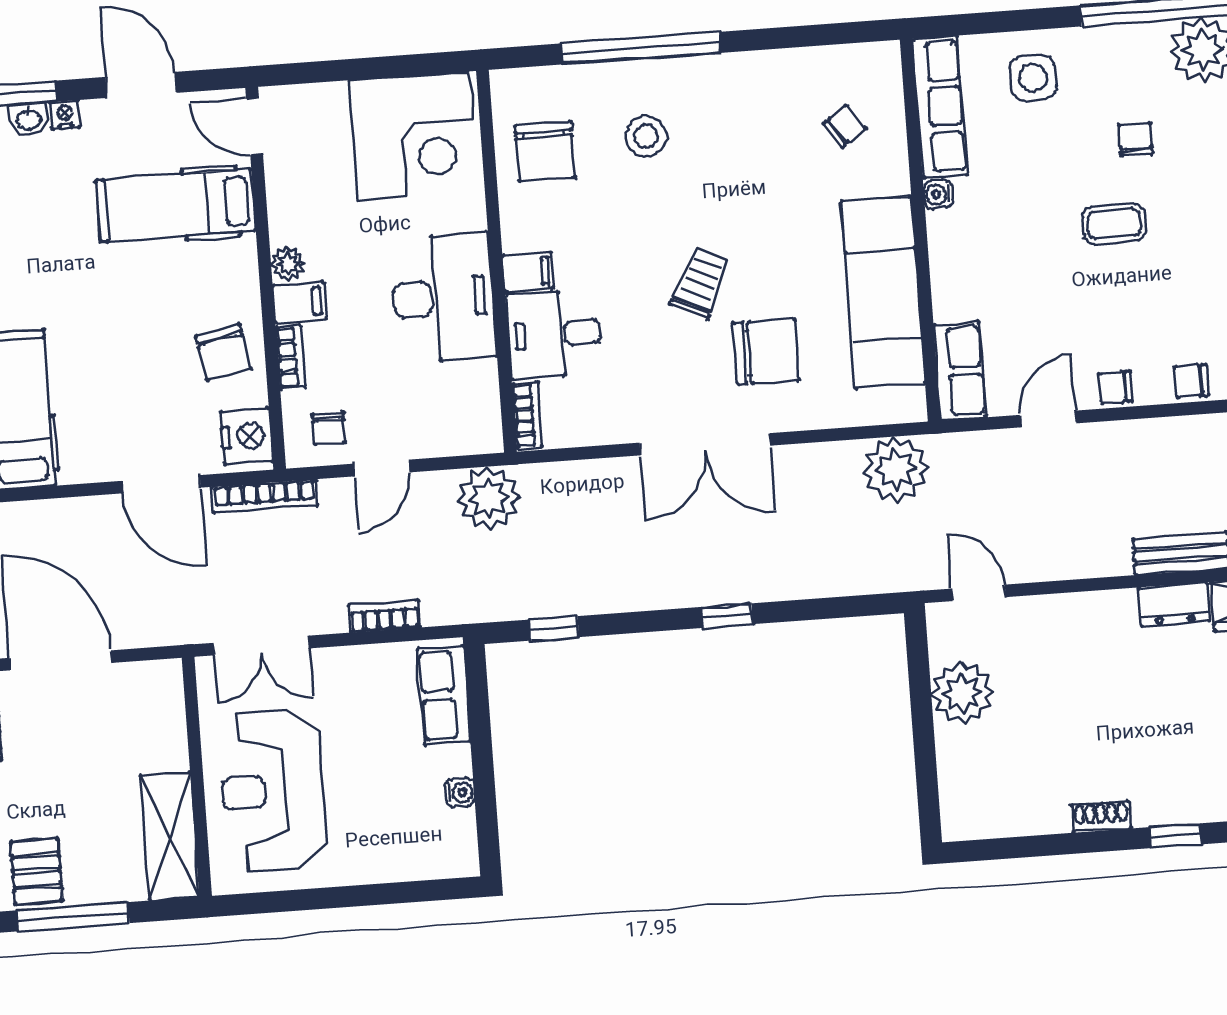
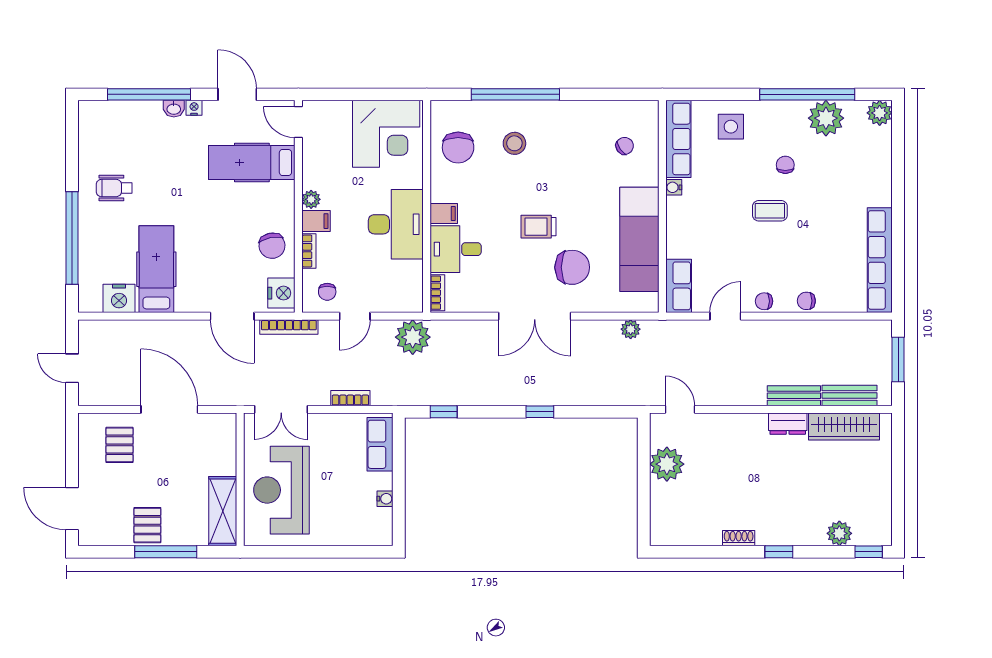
trolley: (700, 283) -> (539, 227), turned -116
plant: (896, 469) -> (631, 329), width x0.53, depth x0.53

